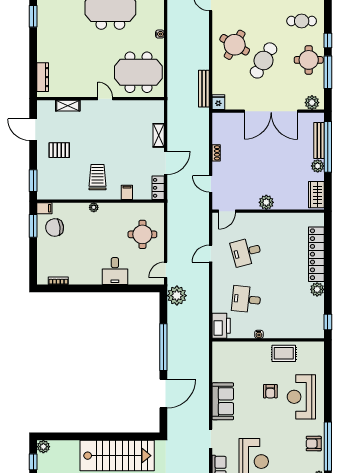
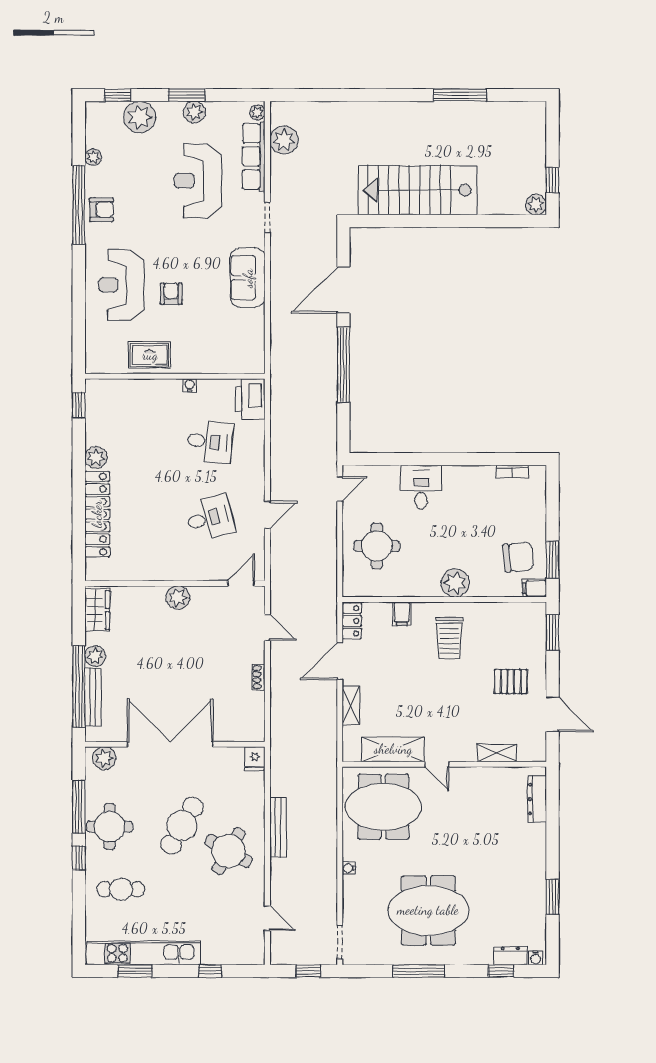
bench: (204, 89) -> (278, 827), moved
shelving: (133, 108) -> (393, 749), added
plant: (94, 207) -> (455, 583), width x1.87, depth x1.87
plant: (177, 296) -> (322, 448), removed
reception desk: (301, 397) -> (121, 285), turned 180

